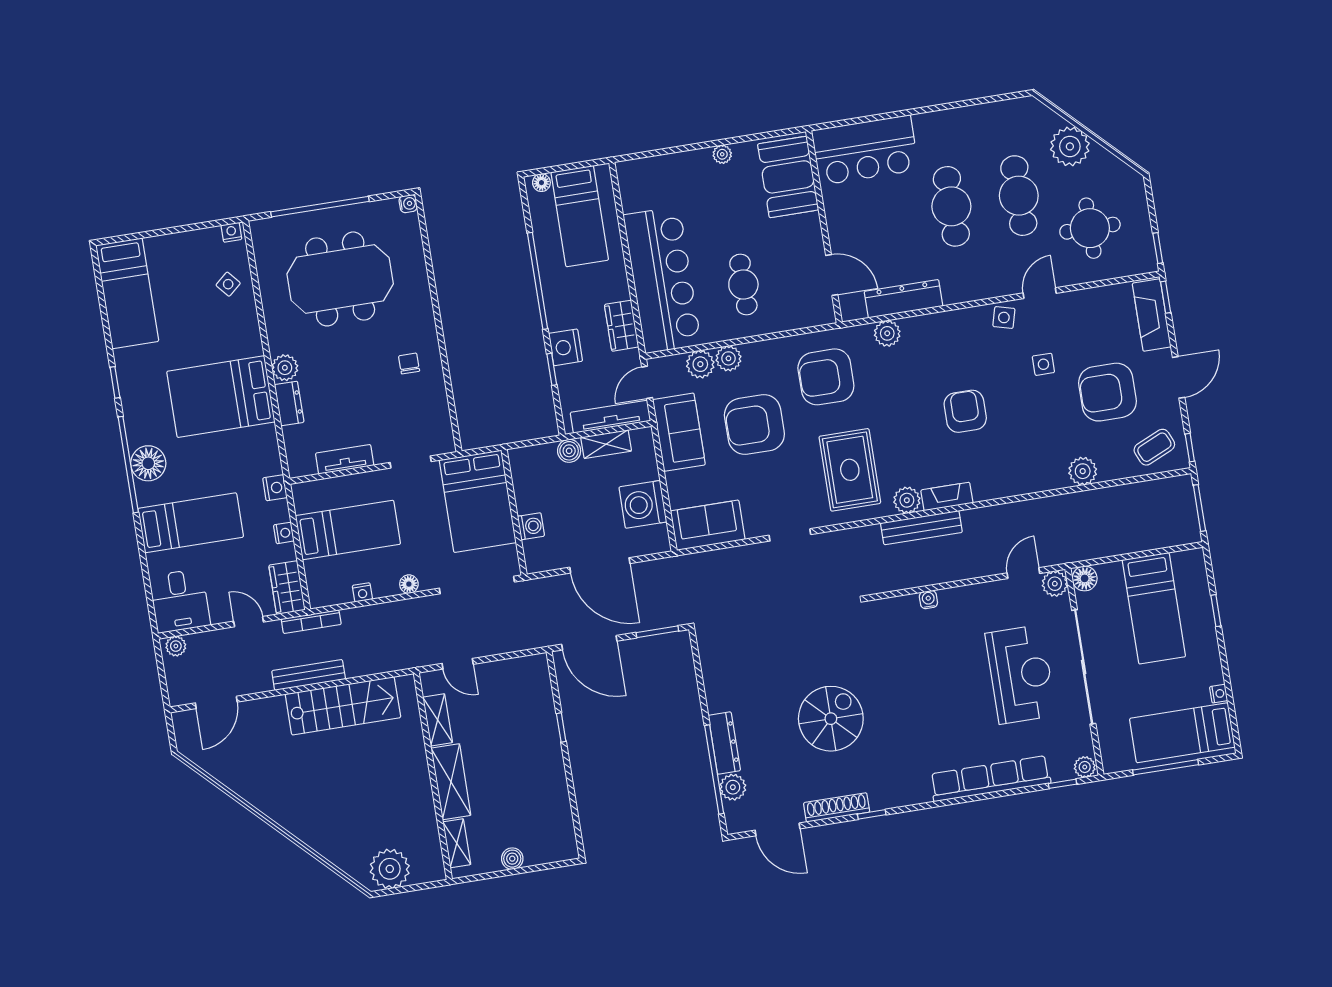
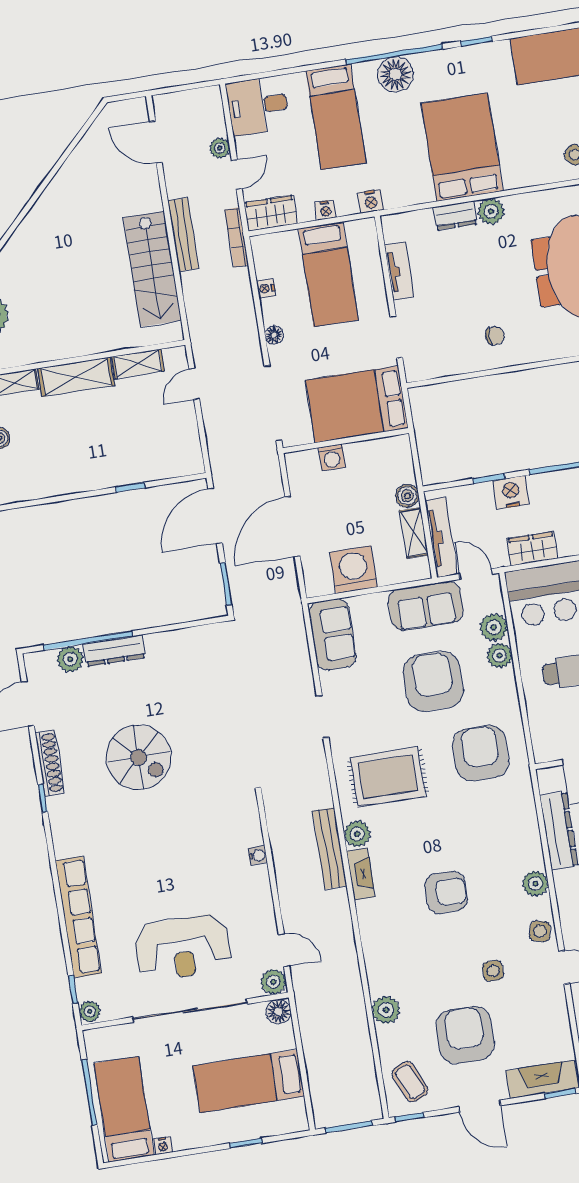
plant: (887, 333) -> (535, 884), moved
plant: (176, 646) -> (220, 148), moved

